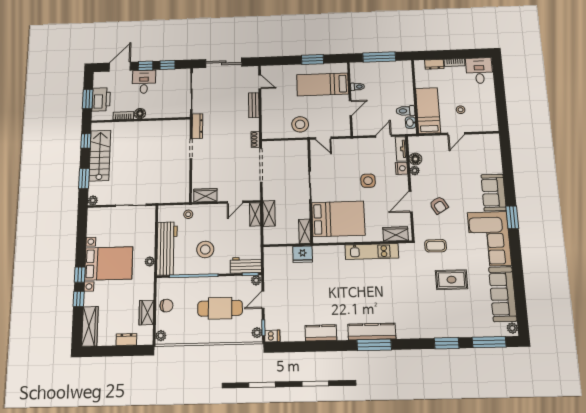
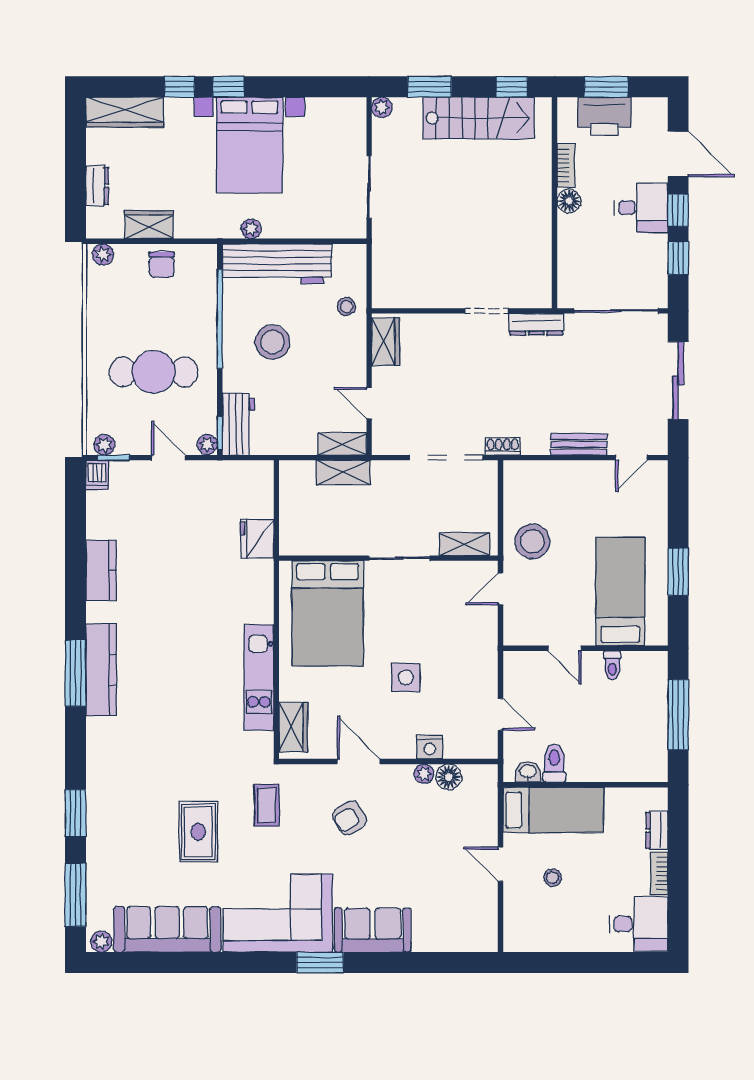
tv unit: (401, 149) -> (471, 749), removed
shelving: (305, 231) -> (465, 544), moved
cafe table: (220, 308) -> (154, 372), turned 90

